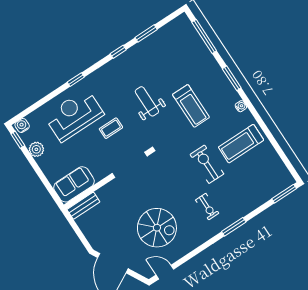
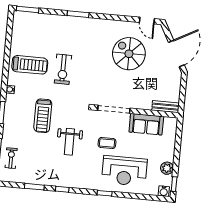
treadmill: (191, 106) -> (43, 116), turned 180
sofa: (74, 184) -> (146, 124), moved
exercise bike: (207, 207) -> (11, 158), moved

